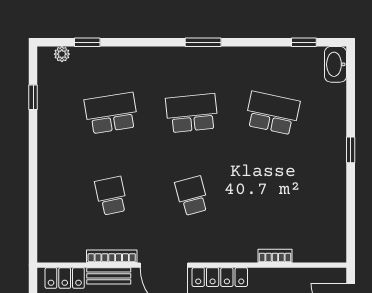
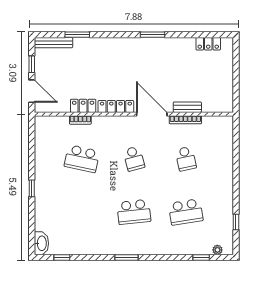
school desk: (273, 113) -> (82, 159), moved
locker: (65, 278) -> (83, 106), moved

